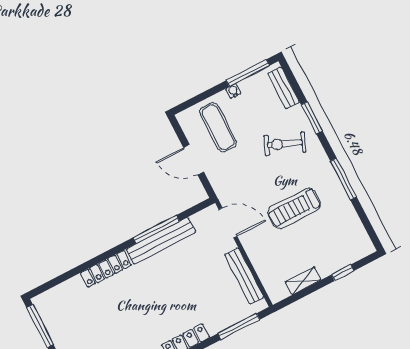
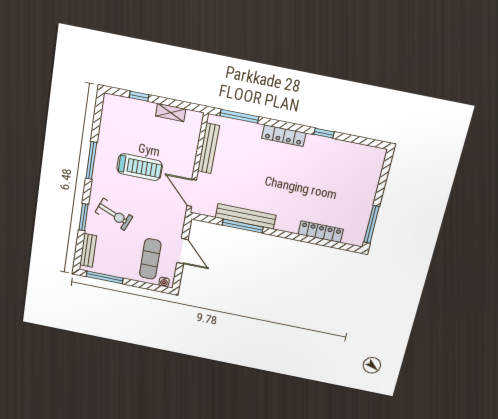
water cooler: (233, 91) -> (164, 282), moved
locker: (106, 269) -> (321, 232), moved

